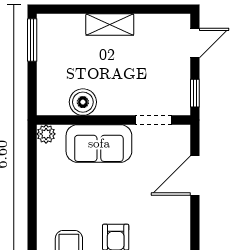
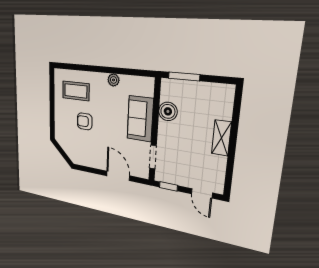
window: (32, 40) -> (184, 77), moved
plant: (46, 134) -> (113, 80), moved

